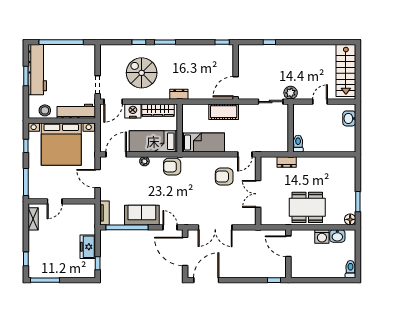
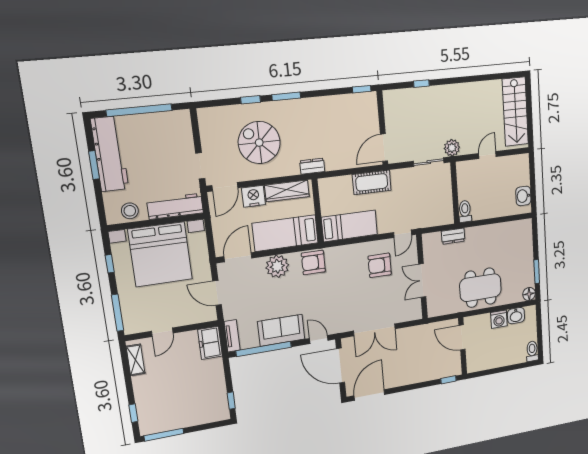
washbasin: (349, 118) -> (523, 196), moved
plant: (144, 161) -> (277, 266), width x1.87, depth x1.87
freezer: (88, 247) -> (210, 343), moved

